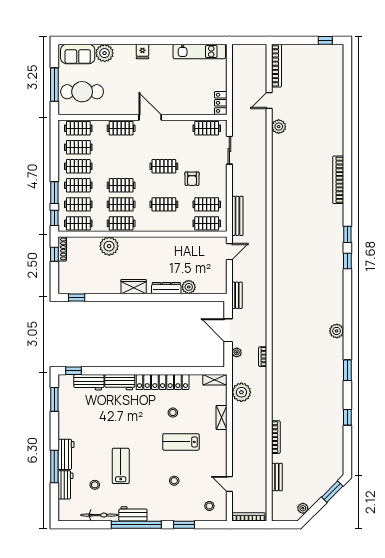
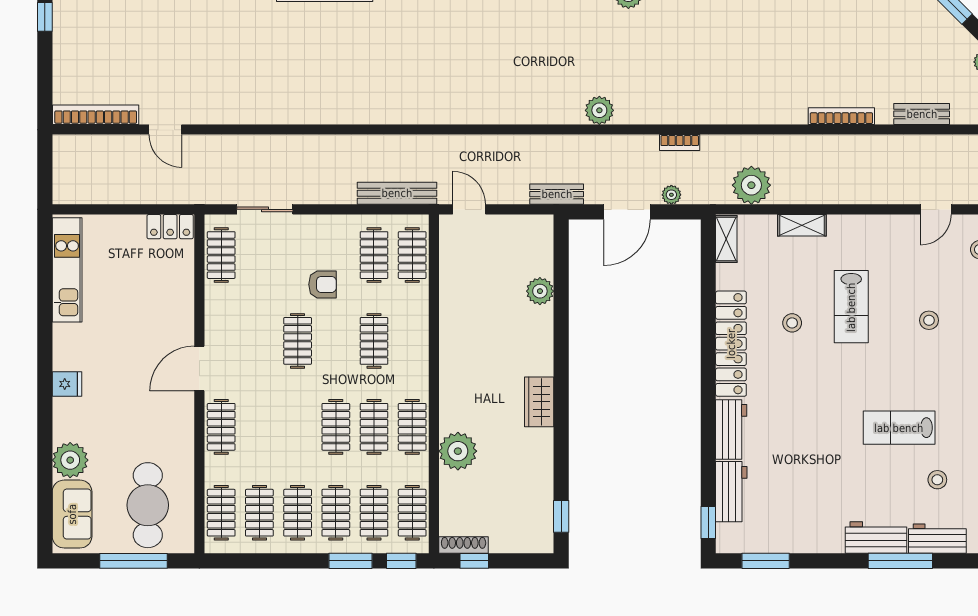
plant: (279, 127) -> (599, 110), moved
dresser: (166, 288) -> (542, 336), removed

